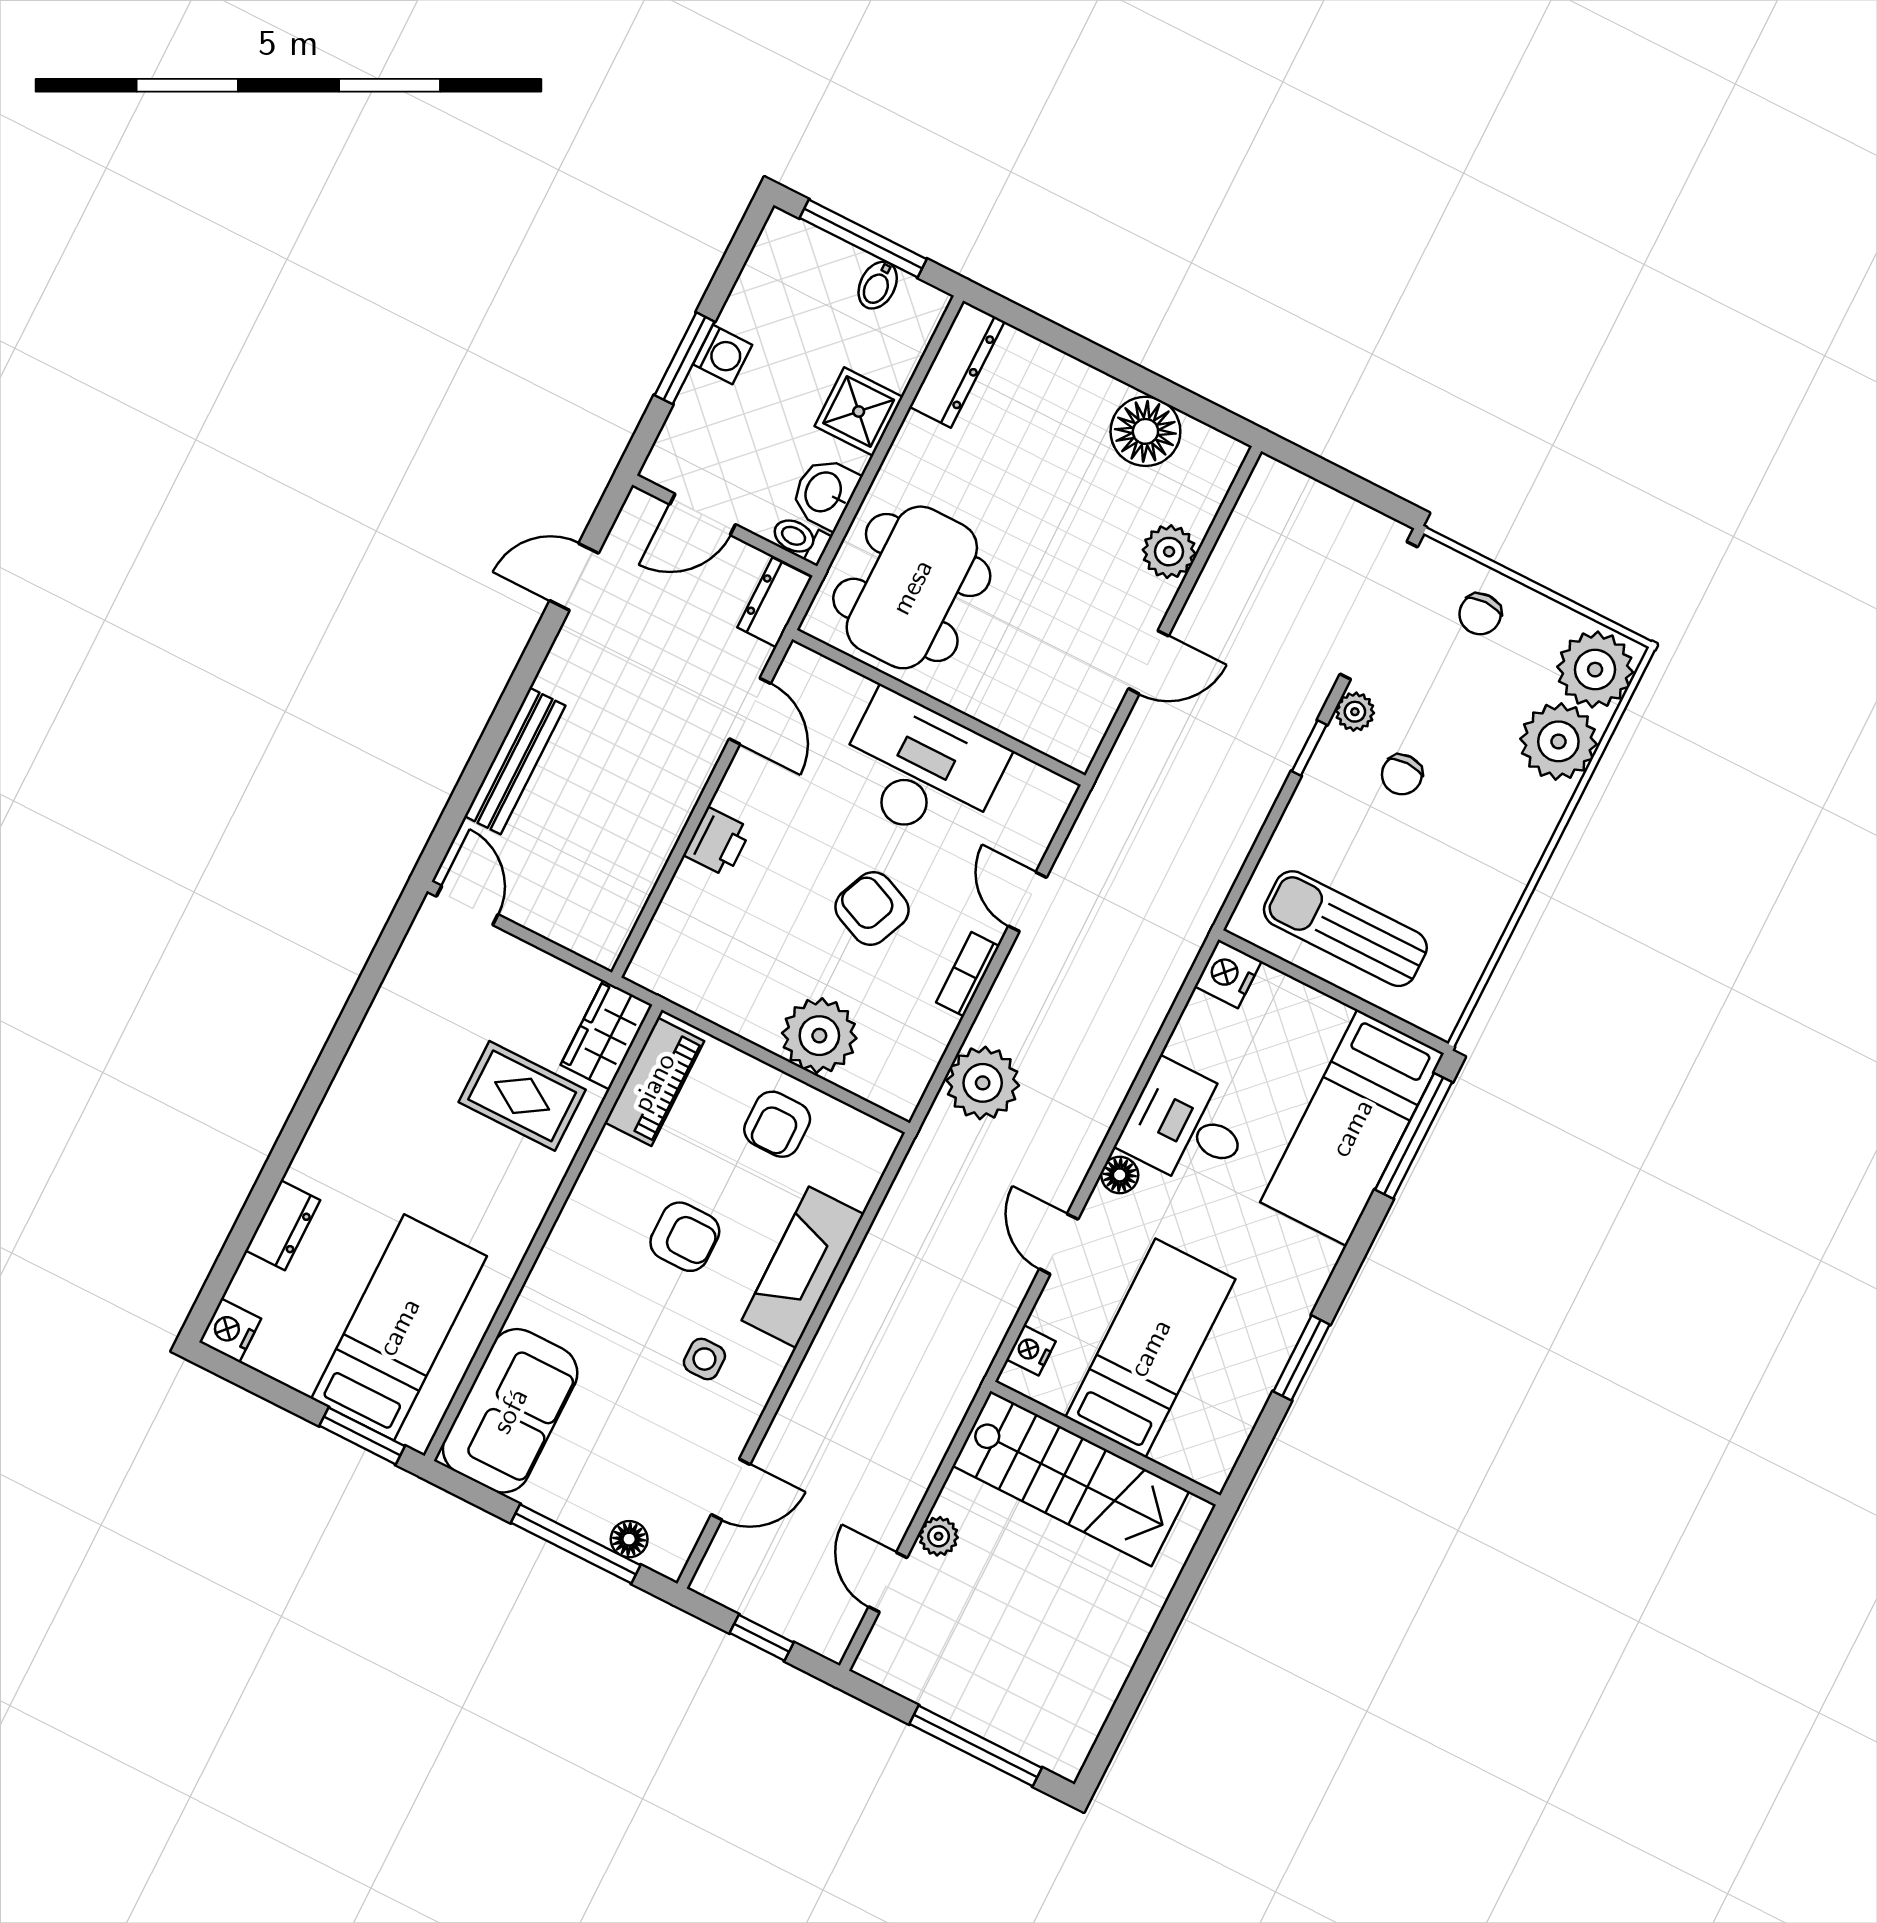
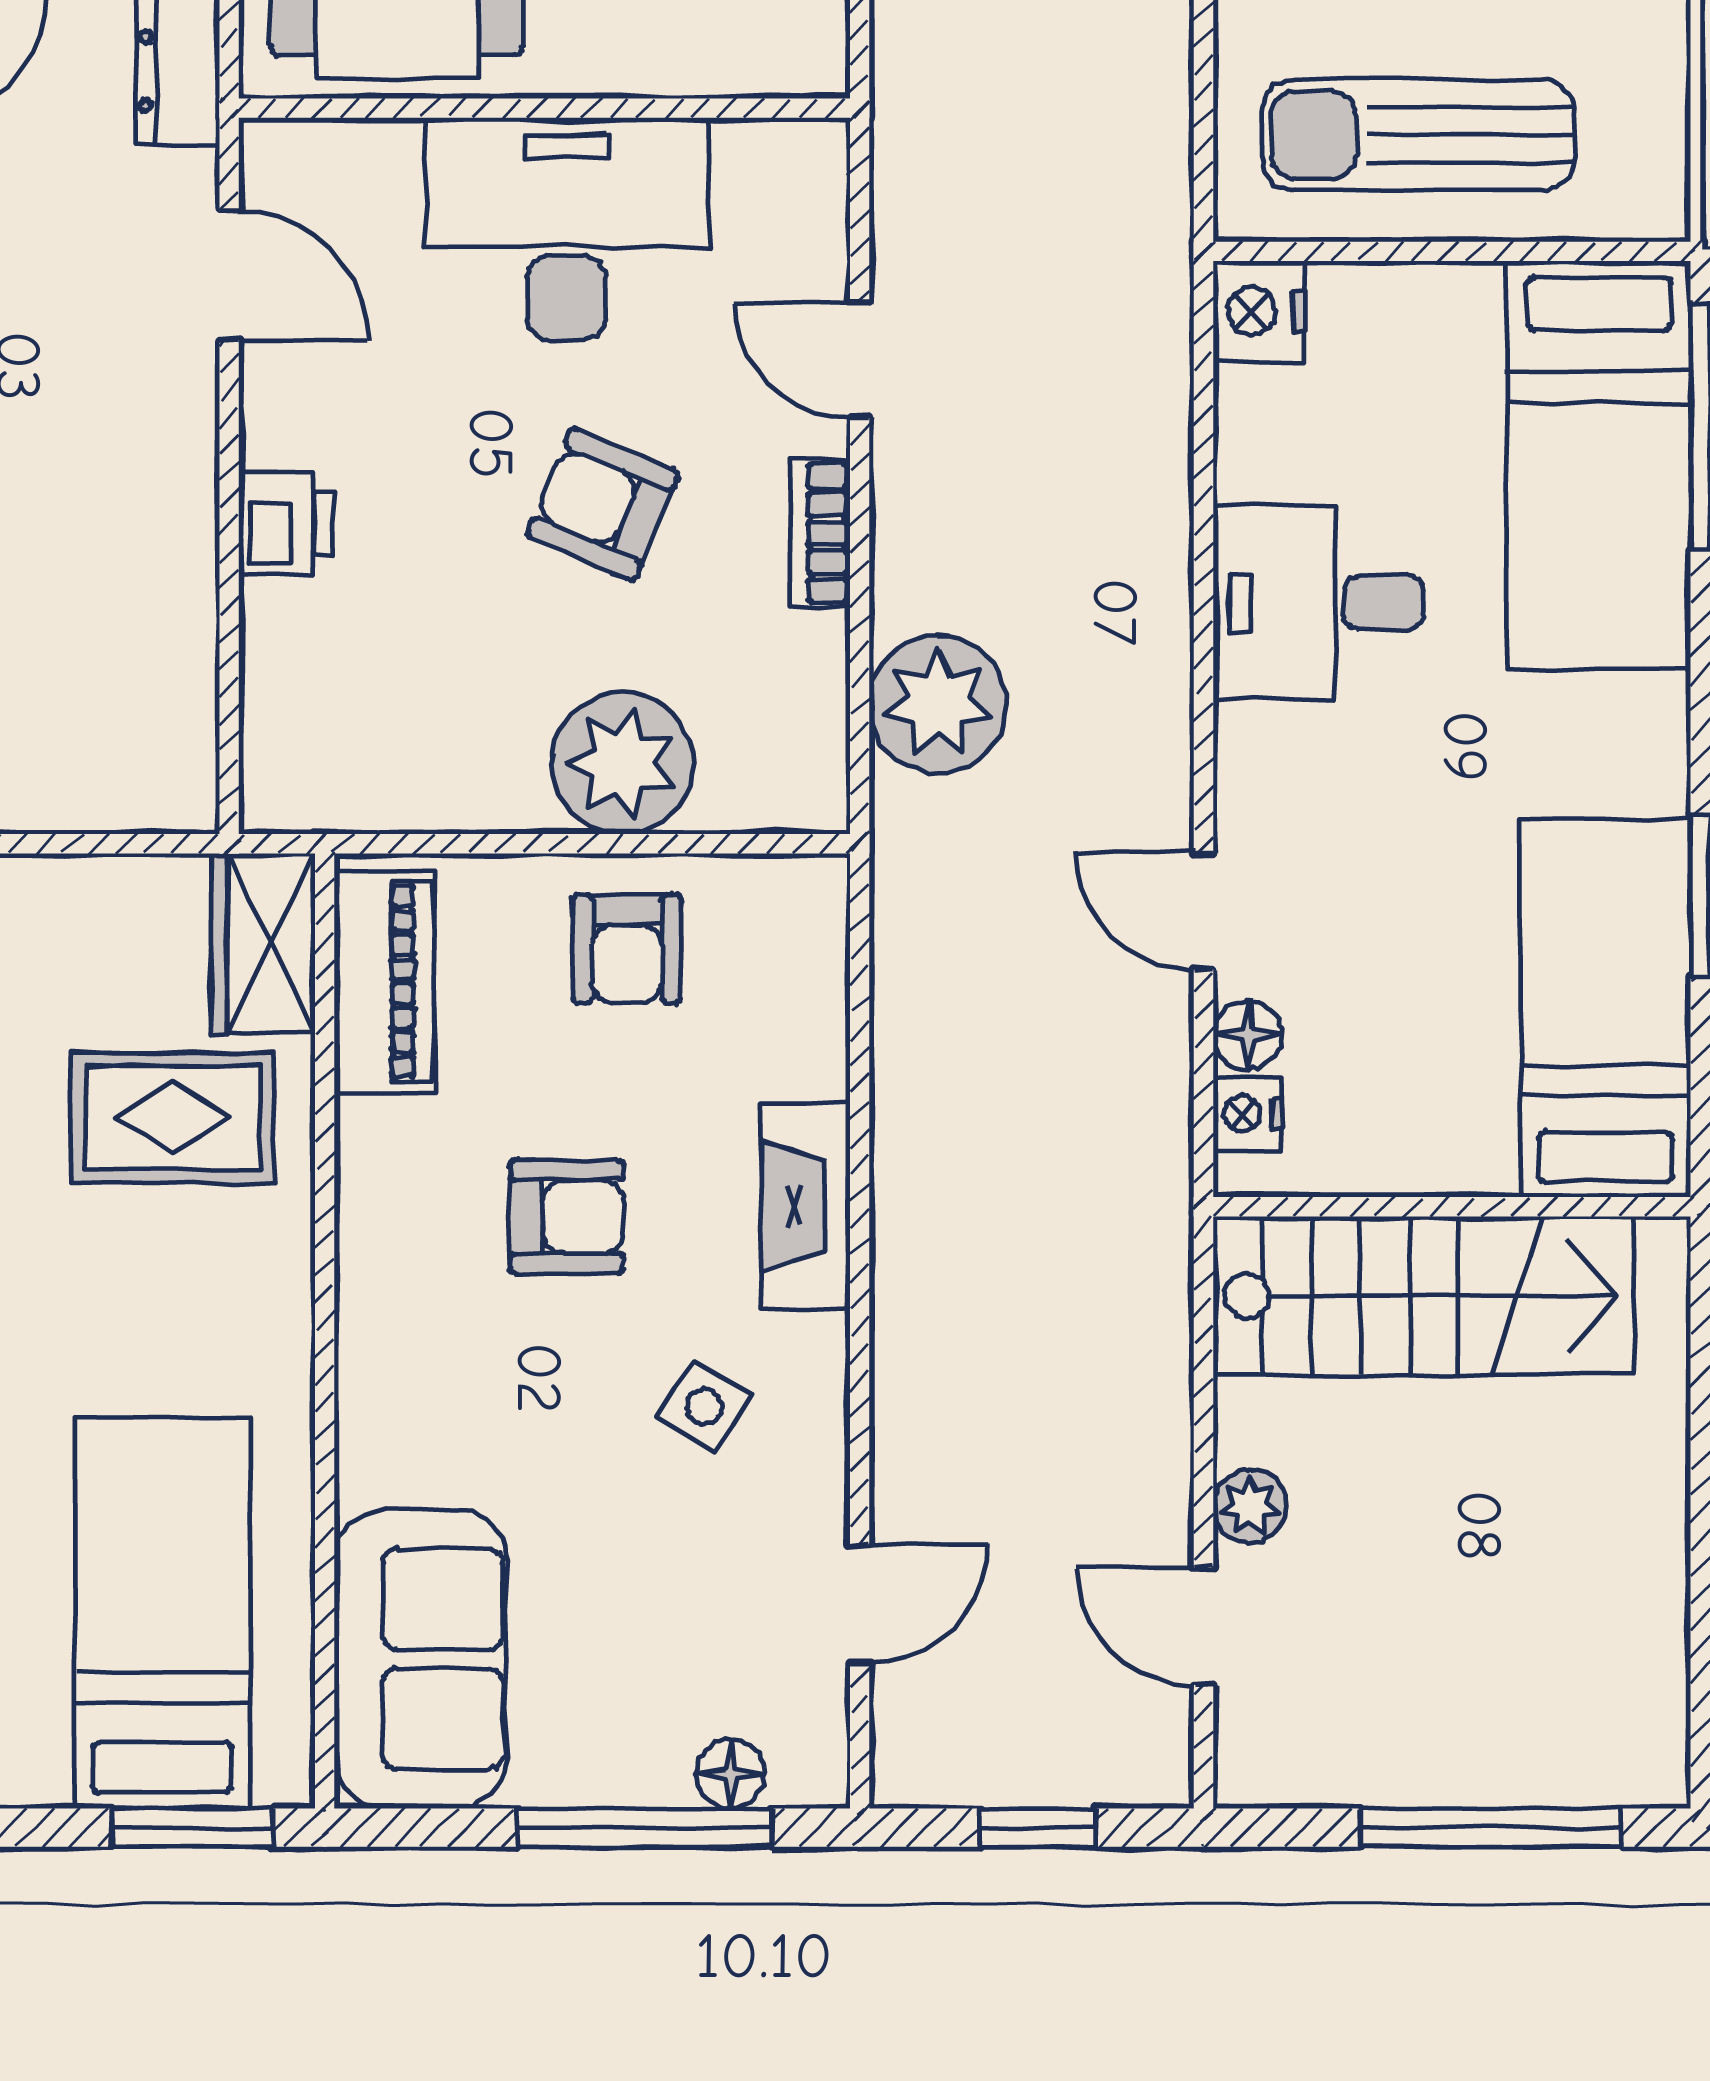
floor lamp: (1120, 1175) -> (1248, 1035), moved
fireplace: (803, 1267) -> (806, 1206), width x0.73, depth x0.76
bed: (1150, 1348) -> (1606, 1008), moved
side table: (704, 1359) -> (704, 1406), turned 31

